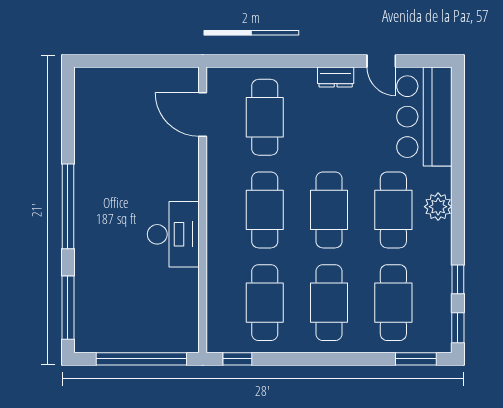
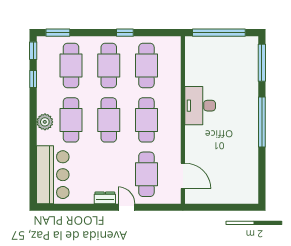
door: (381, 61) -> (127, 207), moved
window: (237, 359) -> (125, 33), moved

